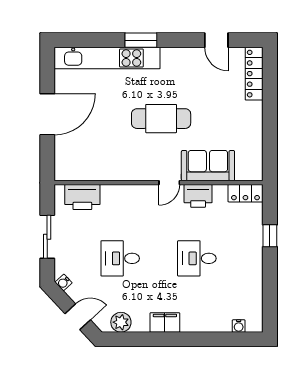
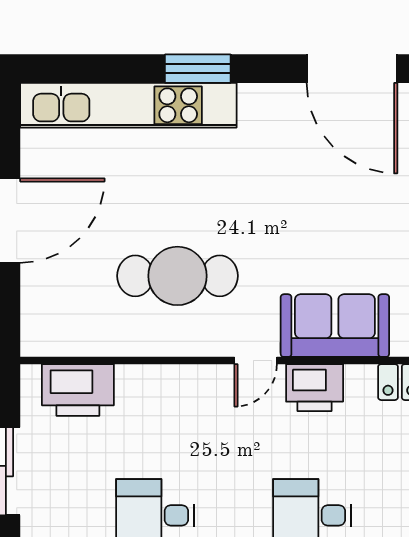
door: (216, 40) -> (352, 69), width x1.87
cafe table: (161, 119) -> (177, 276), moved

